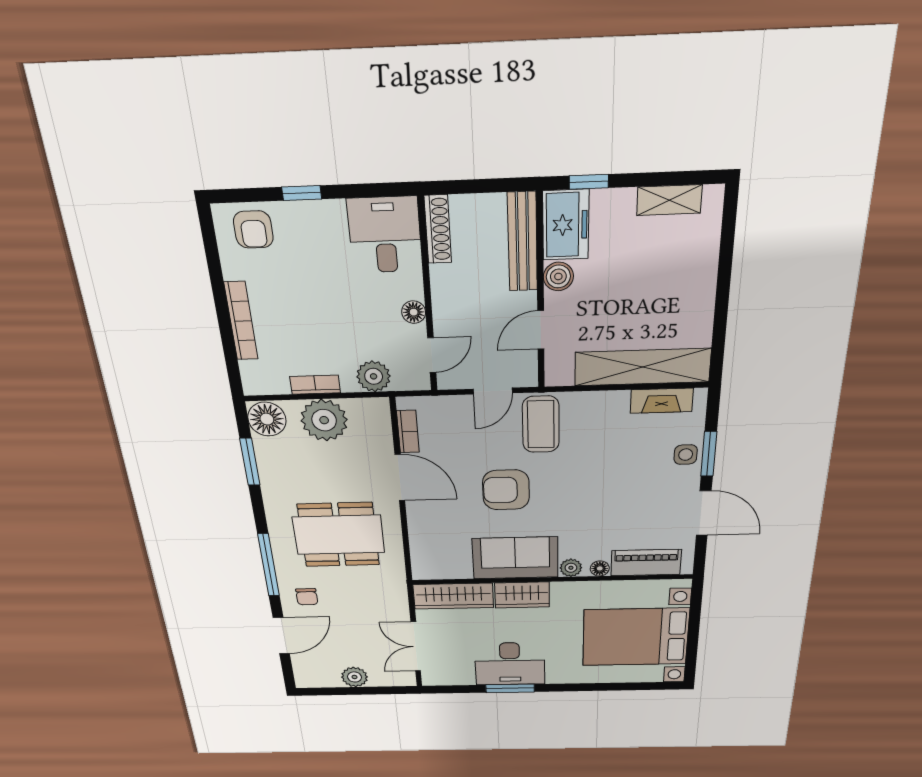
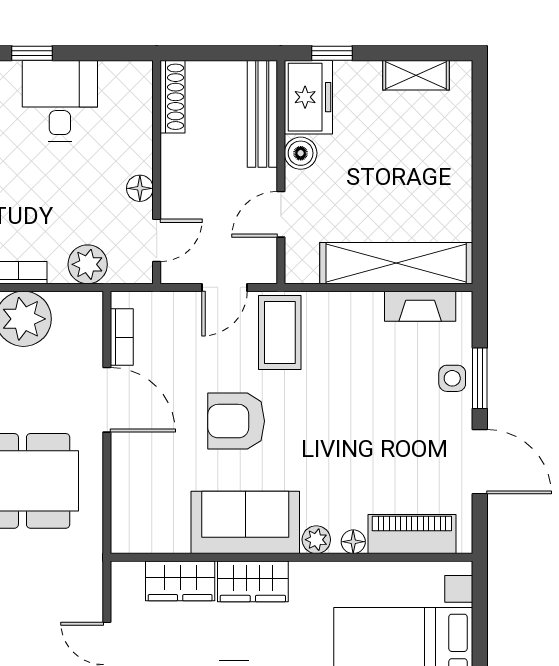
desk: (385, 235) -> (60, 101), moved
wardrobe: (453, 596) -> (180, 581), width x0.67

